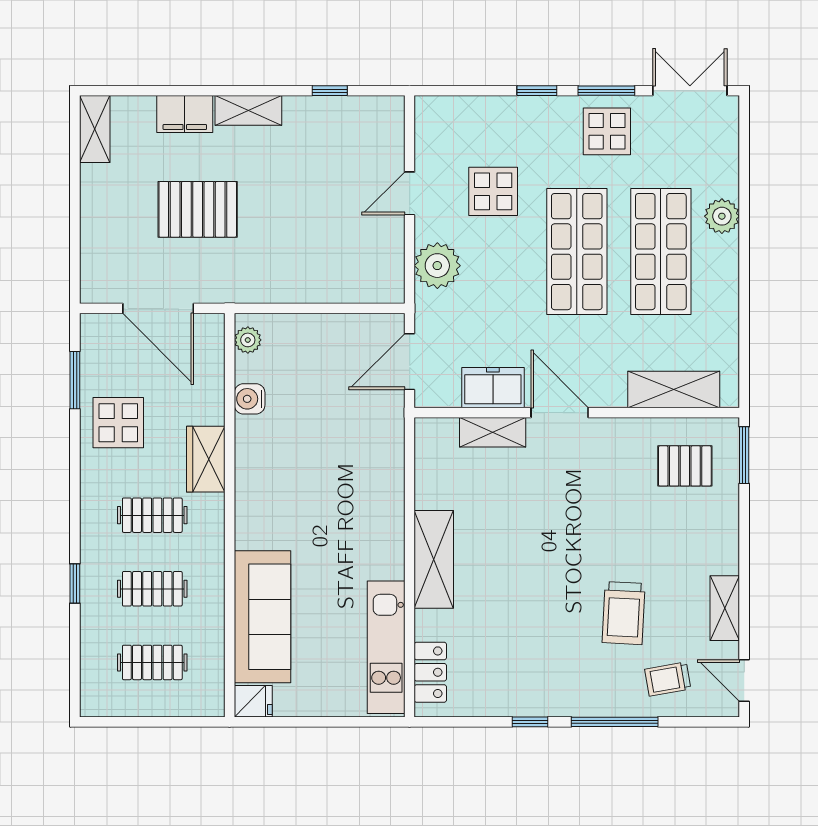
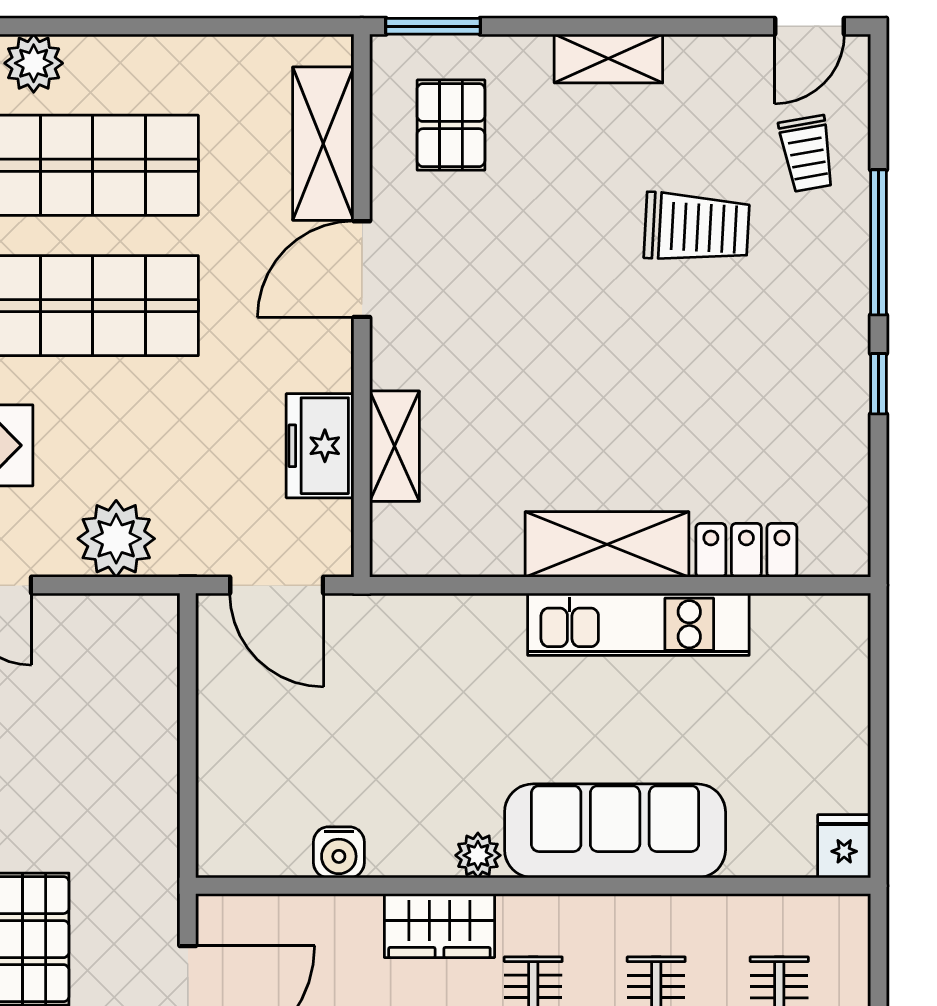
plant: (248, 340) -> (478, 855), moved
door: (560, 413) -> (362, 269), moved
shelving: (725, 608) -> (608, 59), moved
sofa: (262, 617) -> (615, 831), moved
kitchen unit: (386, 647) -> (638, 624), moved
locker: (430, 672) -> (746, 550), moved

